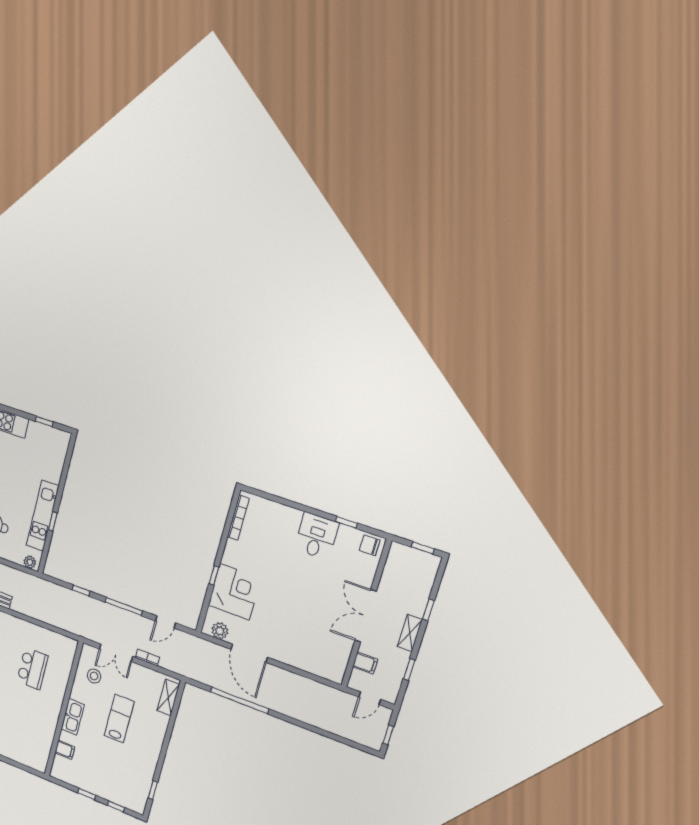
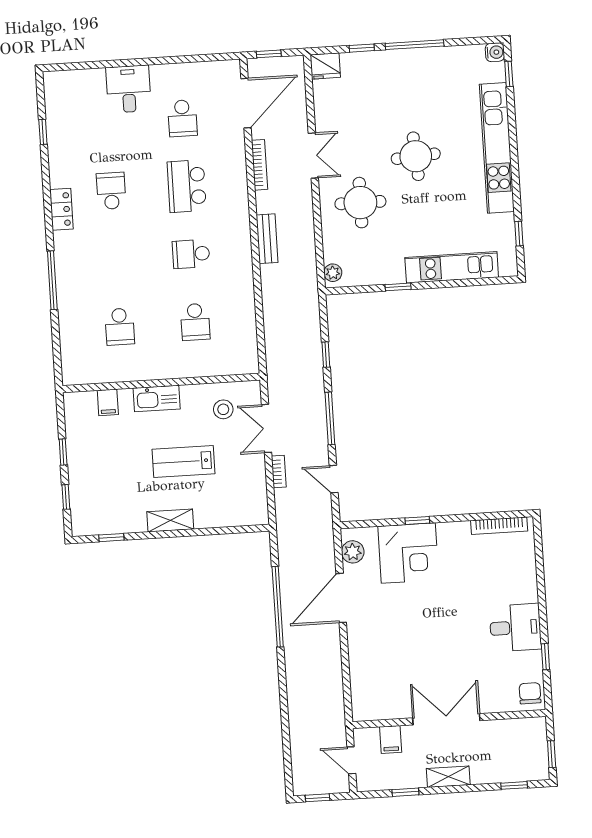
kitchen unit: (43, 516) -> (452, 267), moved
window: (428, 610) -> (514, 785), moved
school desk: (32, 668) -> (195, 322), width x0.54
shelving: (168, 697) -> (170, 520), moved
school desk: (20, 719) -> (120, 327), added
lab bench: (119, 719) -> (183, 462), turned 180

